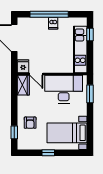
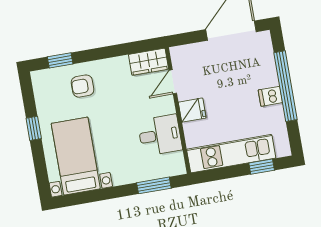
fridge: (23, 66) -> (192, 110), moved
desk: (64, 89) -> (160, 135), width x0.53, depth x0.77

